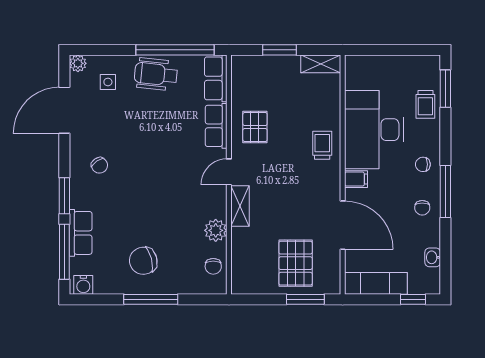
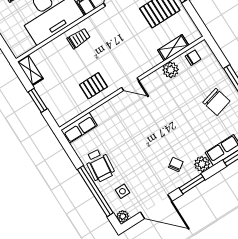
window: (175, 50) -> (95, 191), moved
row of seats: (216, 126) -> (108, 109), removed
trolley: (322, 145) -> (79, 38), turned 180
window: (64, 196) -> (192, 184), moved
plant: (80, 197) -> (202, 164), added
shelving: (240, 206) -> (173, 48), moved

